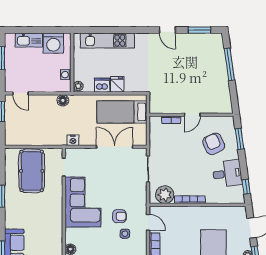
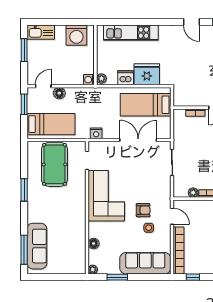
kitchen sink: (29, 40) -> (41, 32), moved
washing machine: (66, 75) -> (89, 80), moved
fridge: (117, 84) -> (147, 74), width x1.88, depth x1.34
door: (20, 93) -> (43, 86), swing flipped
floor lamp: (63, 100) -> (59, 93), moved
bed: (28, 131) -> (51, 124), added
plant: (165, 195) -> (193, 193), width x0.53, depth x0.53

